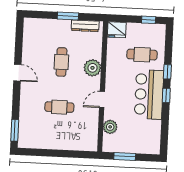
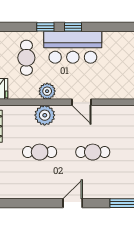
door: (17, 73) -> (73, 203), moved
cafe table: (59, 107) -> (93, 152), turned 90
plant: (110, 127) -> (47, 91), moved

